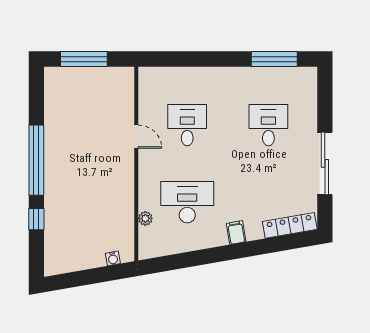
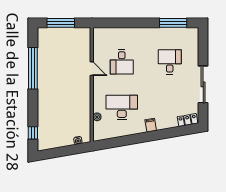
desk: (187, 125) -> (122, 62), turned 180
window: (36, 160) -> (33, 68), moved
window: (36, 219) -> (33, 133), moved
locker: (290, 225) -> (188, 120), width x0.66

